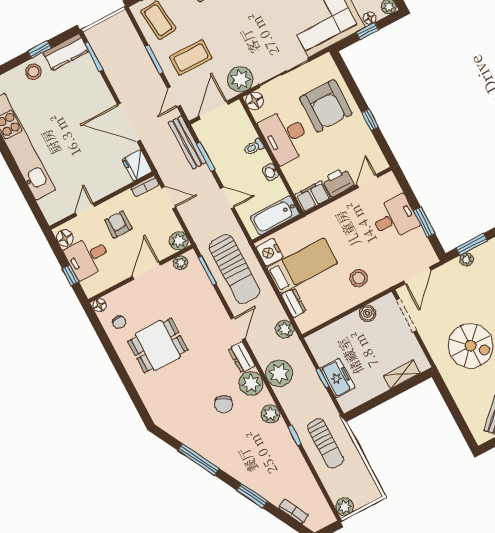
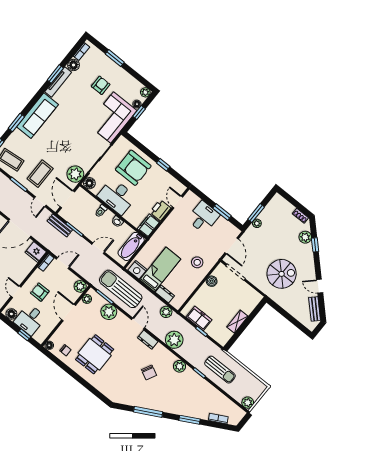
bench: (187, 142) -> (60, 225), width x0.73
sun lounger: (234, 269) -> (121, 289), turned 180
shelving: (402, 374) -> (237, 322), moved
freezer: (338, 378) -> (199, 318), moved
plant: (251, 383) -> (109, 312), moved

